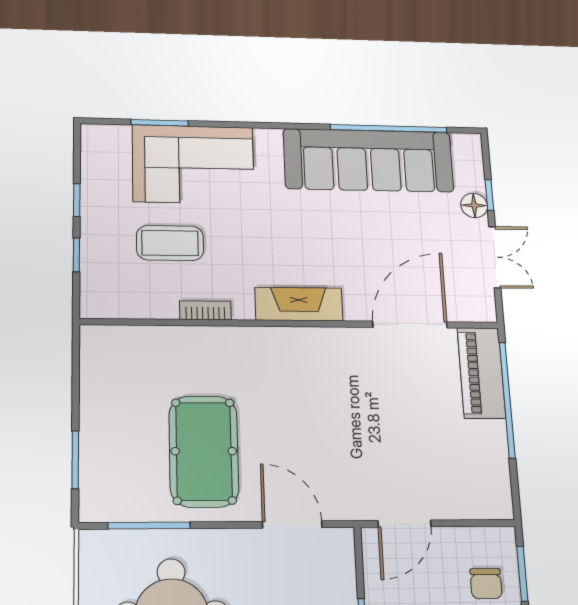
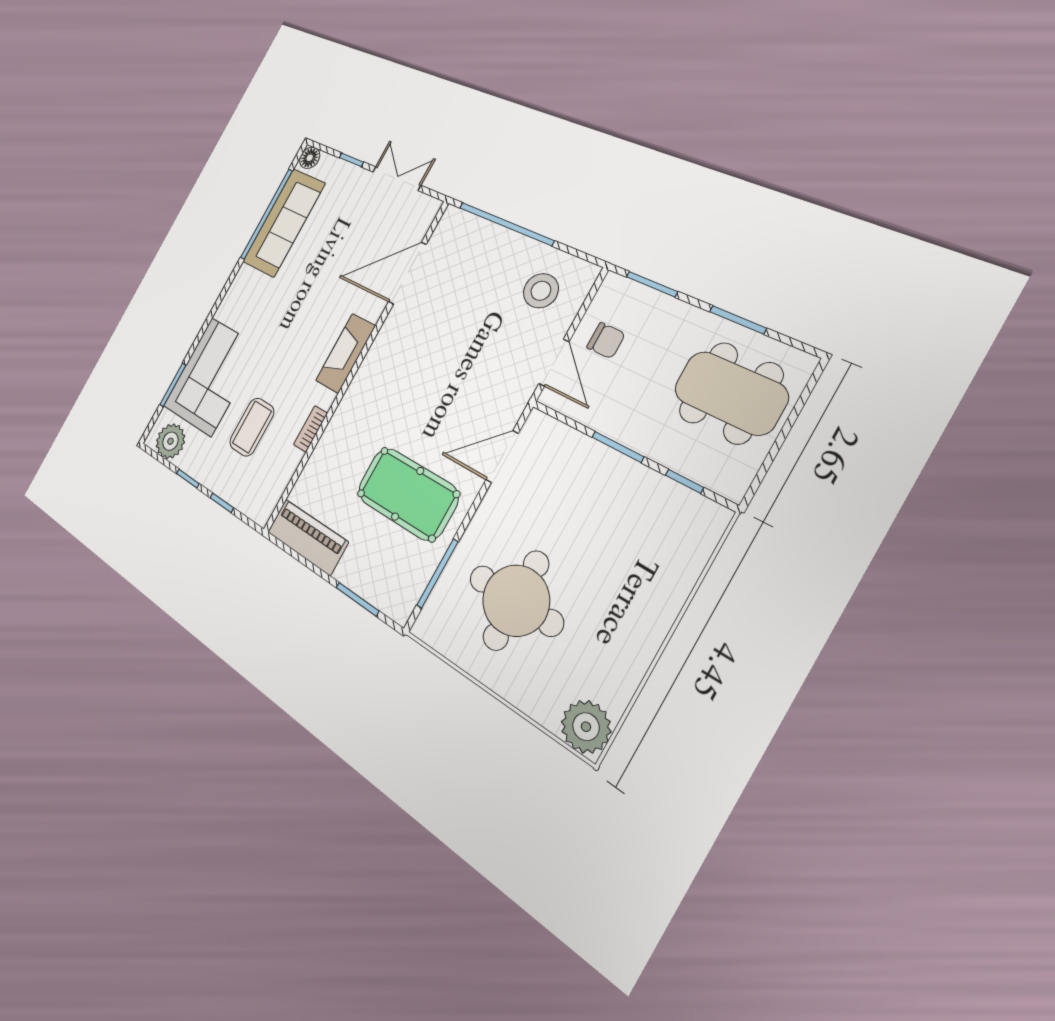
plant: (102, 156) -> (170, 441), added
sofa: (368, 160) -> (284, 223), width x0.74, depth x0.79
floor lamp: (474, 205) -> (310, 158), moved
door: (410, 325) -> (407, 273), hinge flipped
piano: (481, 373) -> (307, 537), moved, turned 180
stool: (463, 472) -> (541, 291), added
chair: (486, 584) -> (606, 341), moved

